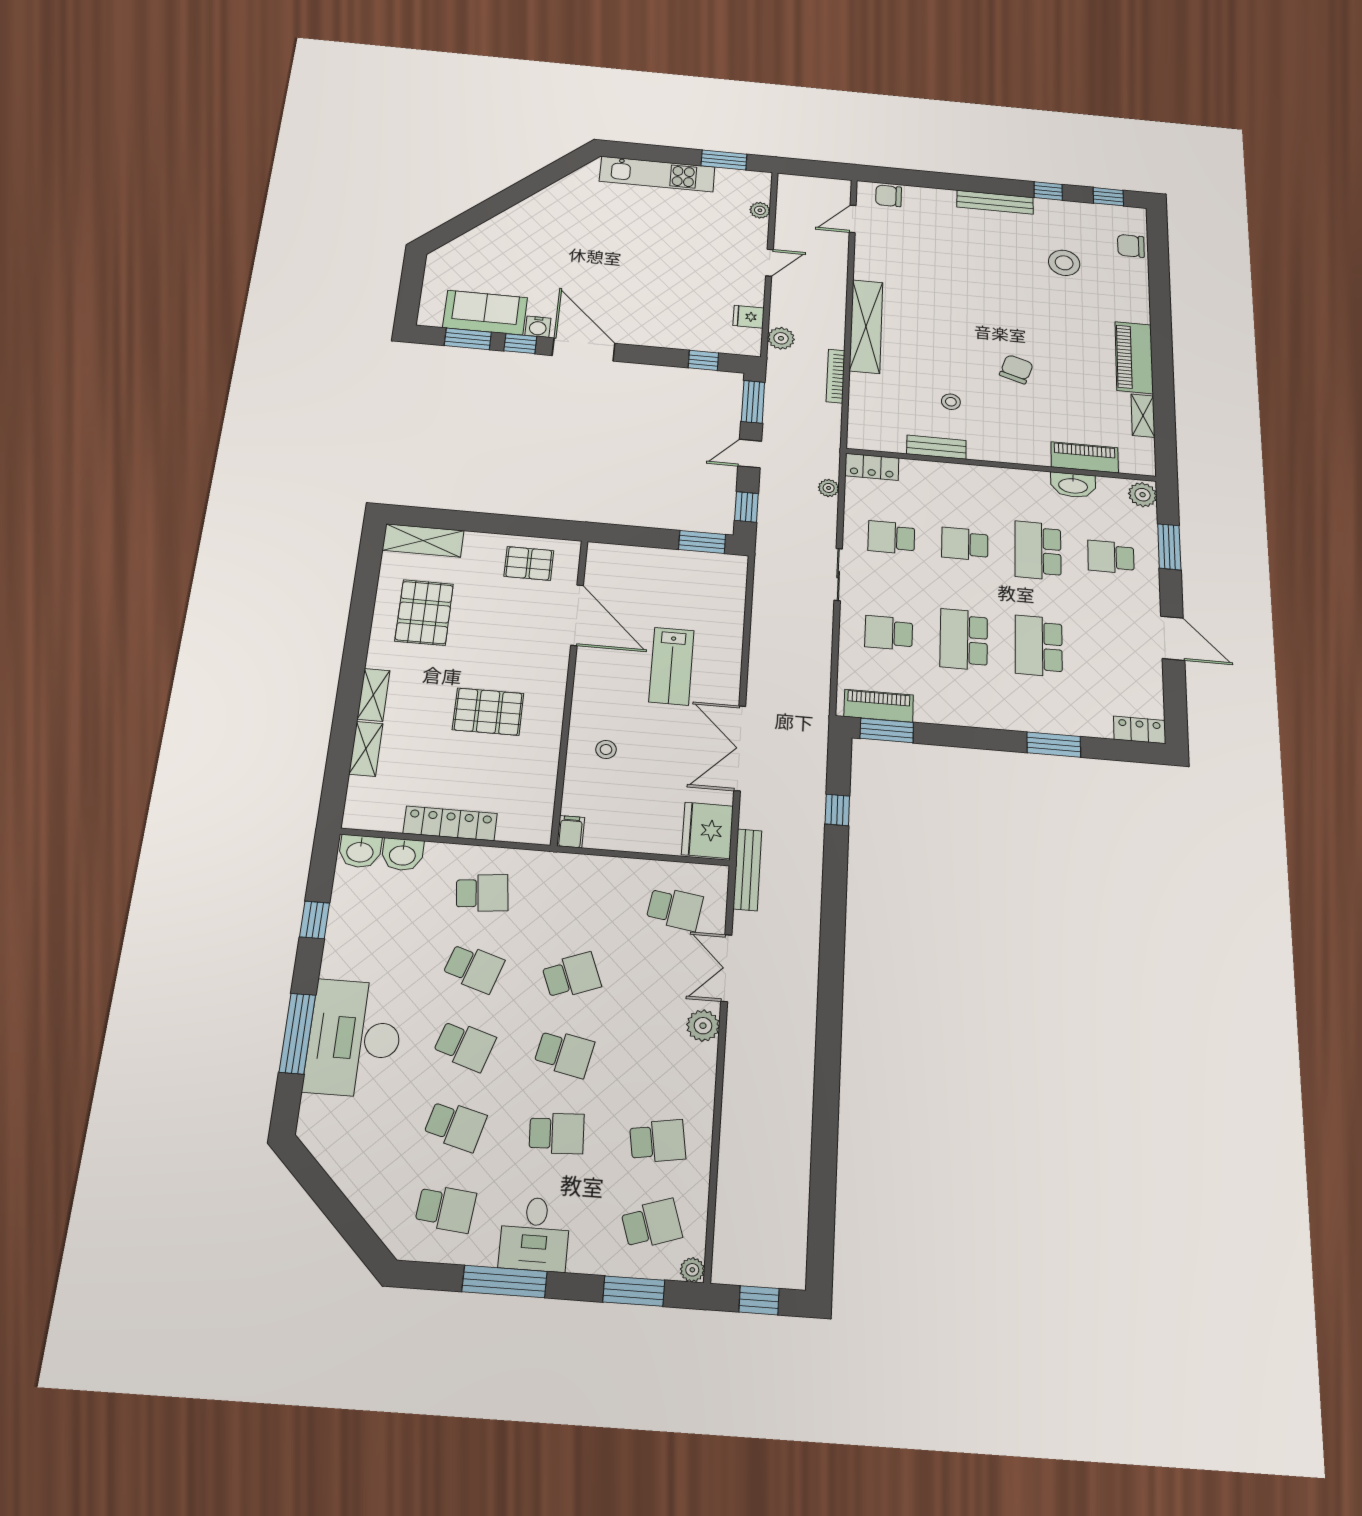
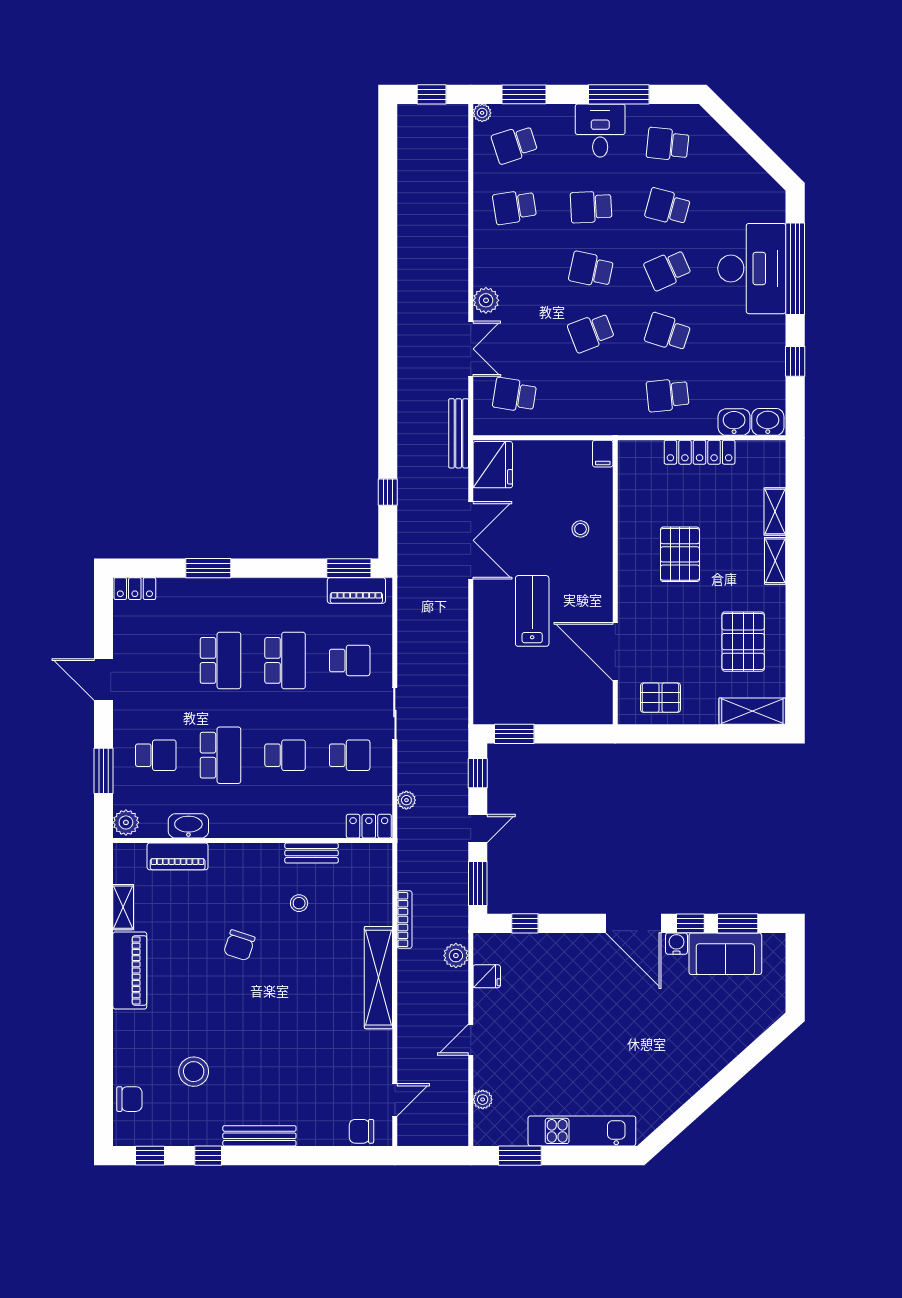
chair: (889, 196) -> (361, 1131), turned 180
pallet: (488, 712) -> (680, 554), turned 90
window: (297, 1033) -> (795, 269), width x1.46
school desk: (465, 1045) -> (668, 270), turned -42

